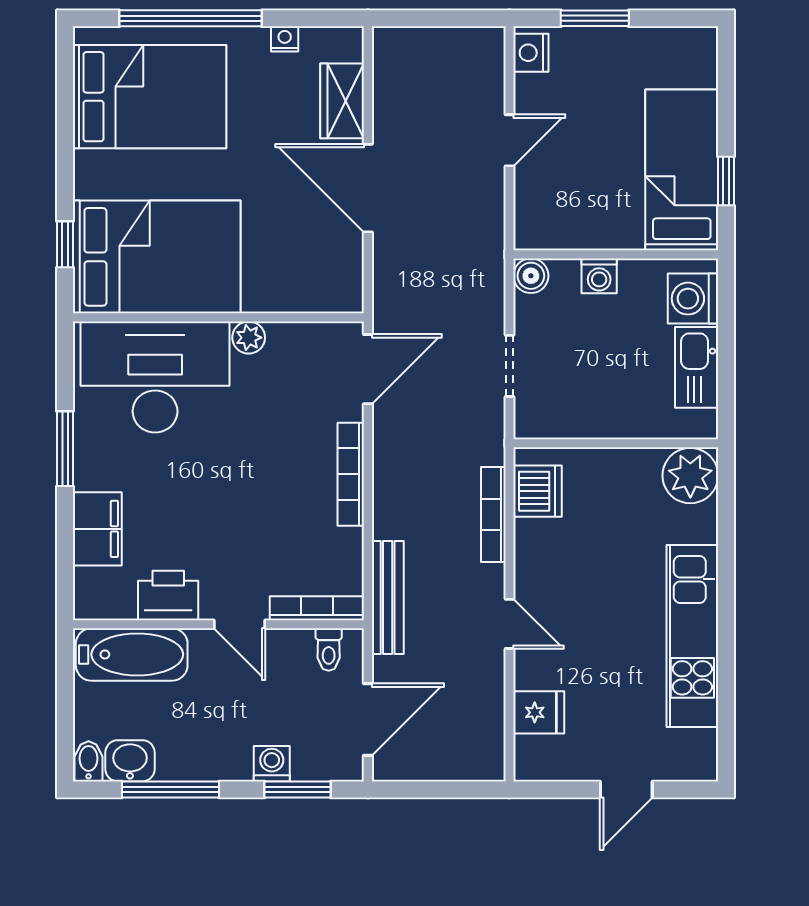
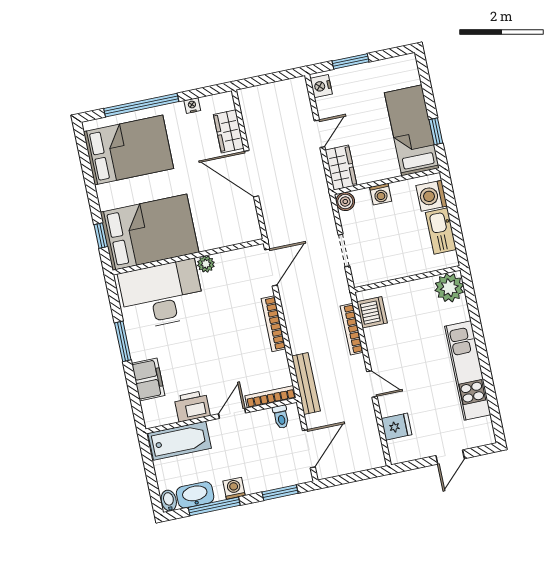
wardrobe: (536, 211) -> (341, 168), added
door: (239, 624) -> (232, 413), swing flipped
washbasin: (130, 761) -> (195, 495), width x1.38
washing machine: (272, 764) -> (234, 488), moved

